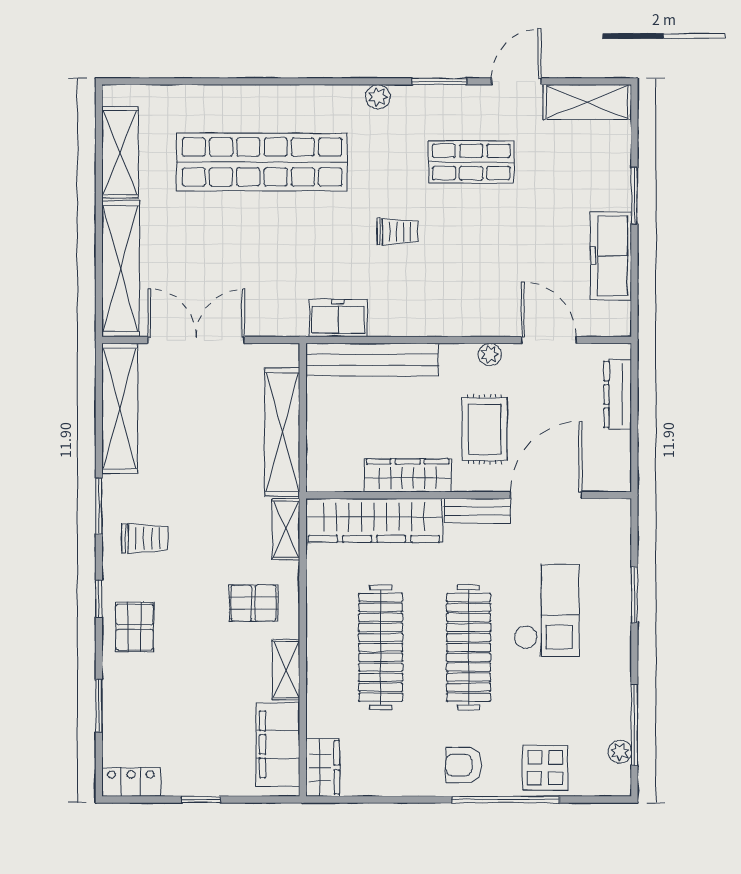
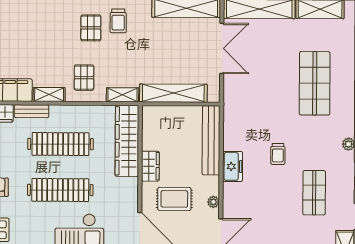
shop shelf: (262, 162) -> (315, 83), width x0.71
freezer: (338, 318) -> (233, 166), moved
wardrobe: (408, 475) -> (150, 166), width x0.67
bench: (477, 511) -> (32, 111), moved, turned 90
pallet: (135, 627) -> (91, 28), moved, turned 90

